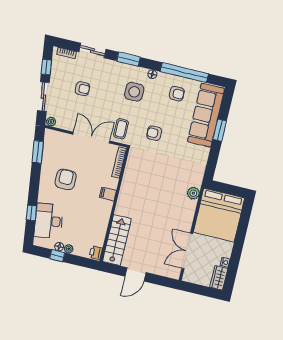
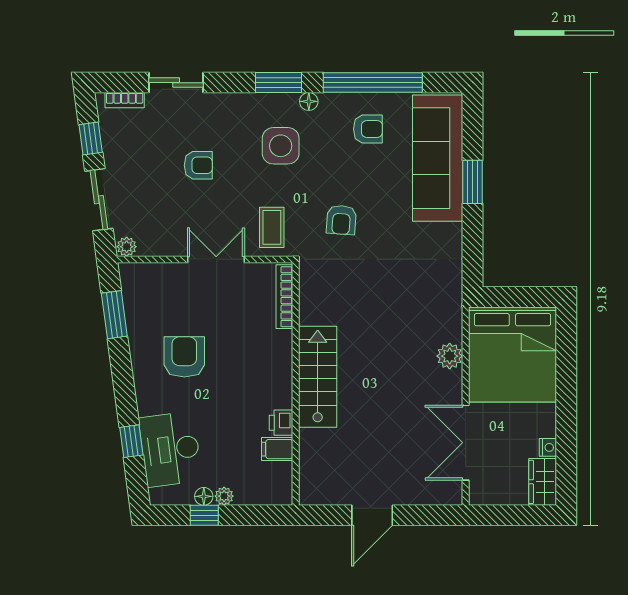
window: (128, 59) -> (278, 83), moved
armchair: (82, 89) -> (198, 165), moved
armchair: (154, 133) -> (341, 220), turned -86
double door: (91, 138) -> (216, 259), width x0.73
plant: (193, 193) -> (450, 356), moved
filing cabinet: (108, 194) -> (277, 449), moved
stairs: (117, 240) -> (318, 377), moved
printer: (96, 253) -> (281, 423), moved

